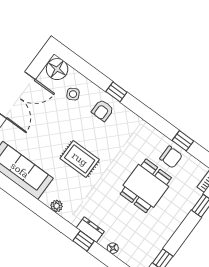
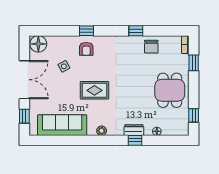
side table: (73, 94) -> (64, 66), moved
window: (183, 141) -> (136, 31), moved
chair: (171, 157) -> (151, 47), turned 90
dining table: (146, 186) -> (170, 90), moved

